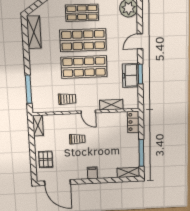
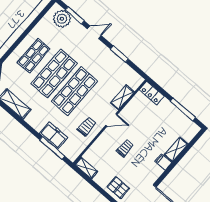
window: (140, 15) -> (75, 15), added
door: (140, 41) -> (94, 32), swing flipped
freezer: (130, 75) -> (54, 136), moved, turned 180
shelving: (128, 172) -> (176, 149), moved

